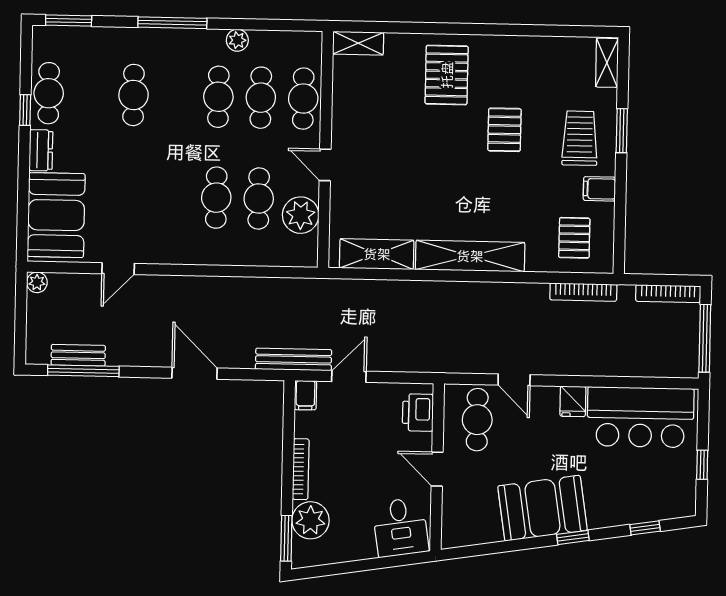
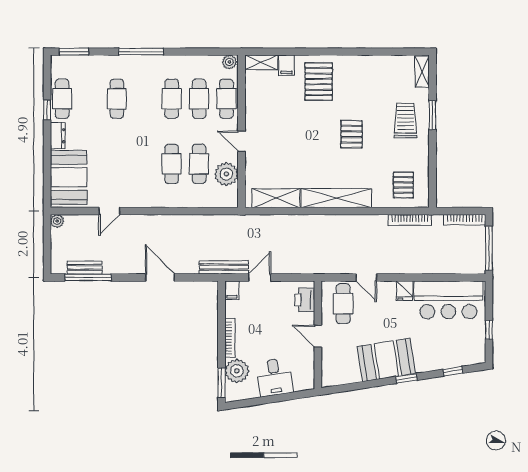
plant: (237, 40) -> (229, 62), moved
pallet: (504, 130) -> (352, 134), moved
filing cabinet: (599, 189) -> (287, 65), moved, turned -90
desk: (400, 527) -> (275, 377), moved

